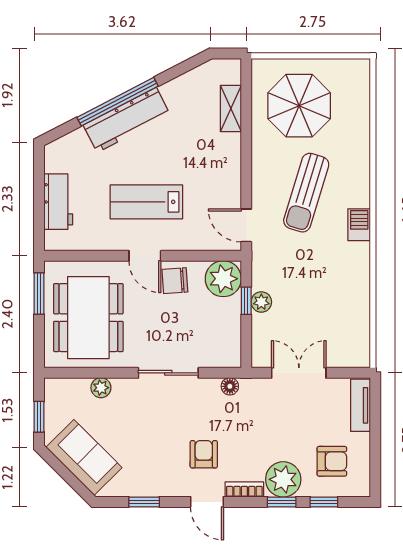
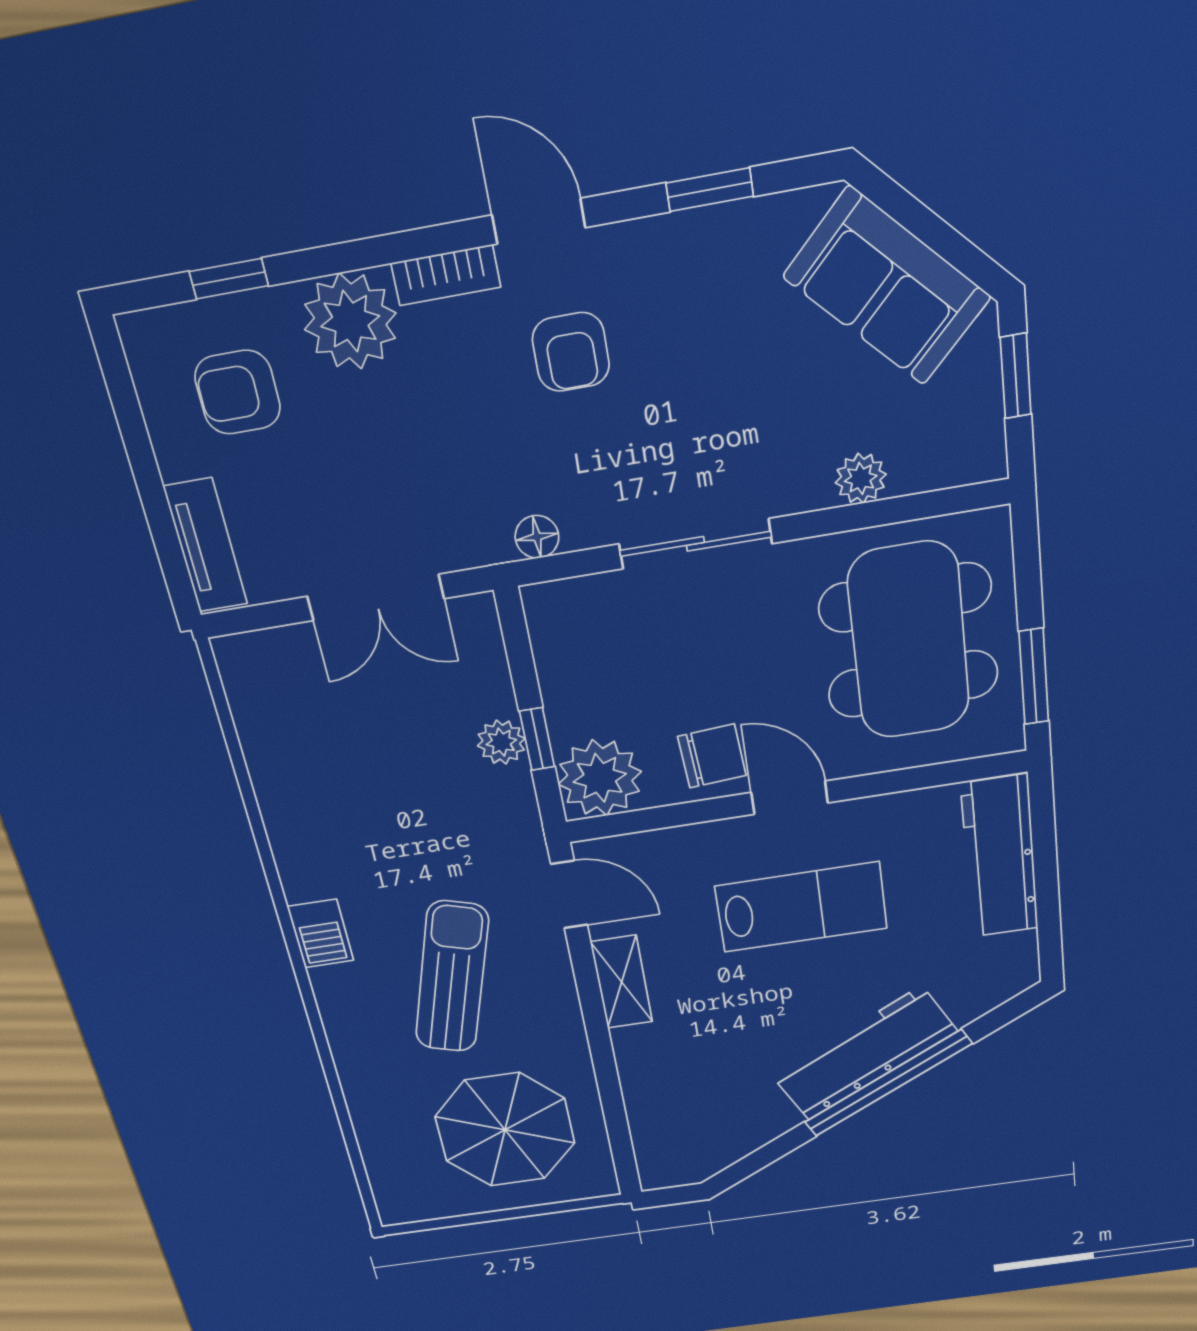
shelving: (231, 108) -> (622, 982), moved
workbench: (58, 202) -> (1000, 857), width x1.37
window: (282, 502) -> (340, 258), removed

